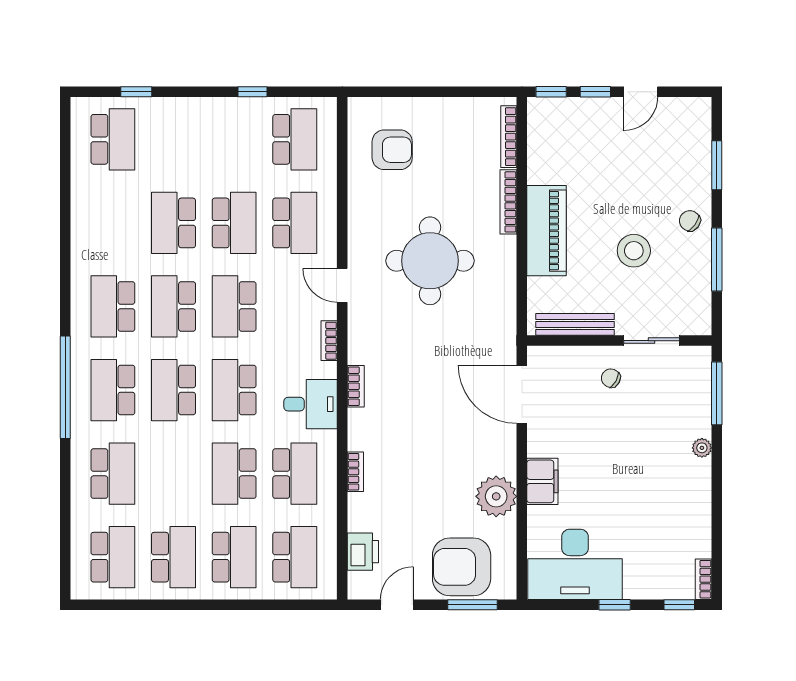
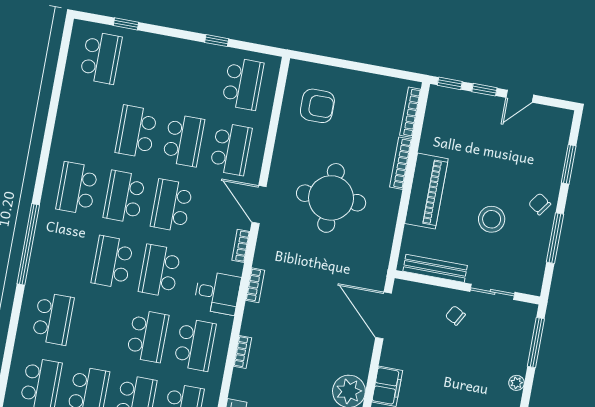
door: (342, 285) -> (259, 205), width x1.38
school desk: (113, 390) -> (65, 253), removed
school desk: (234, 474) -> (148, 336), turned 180

